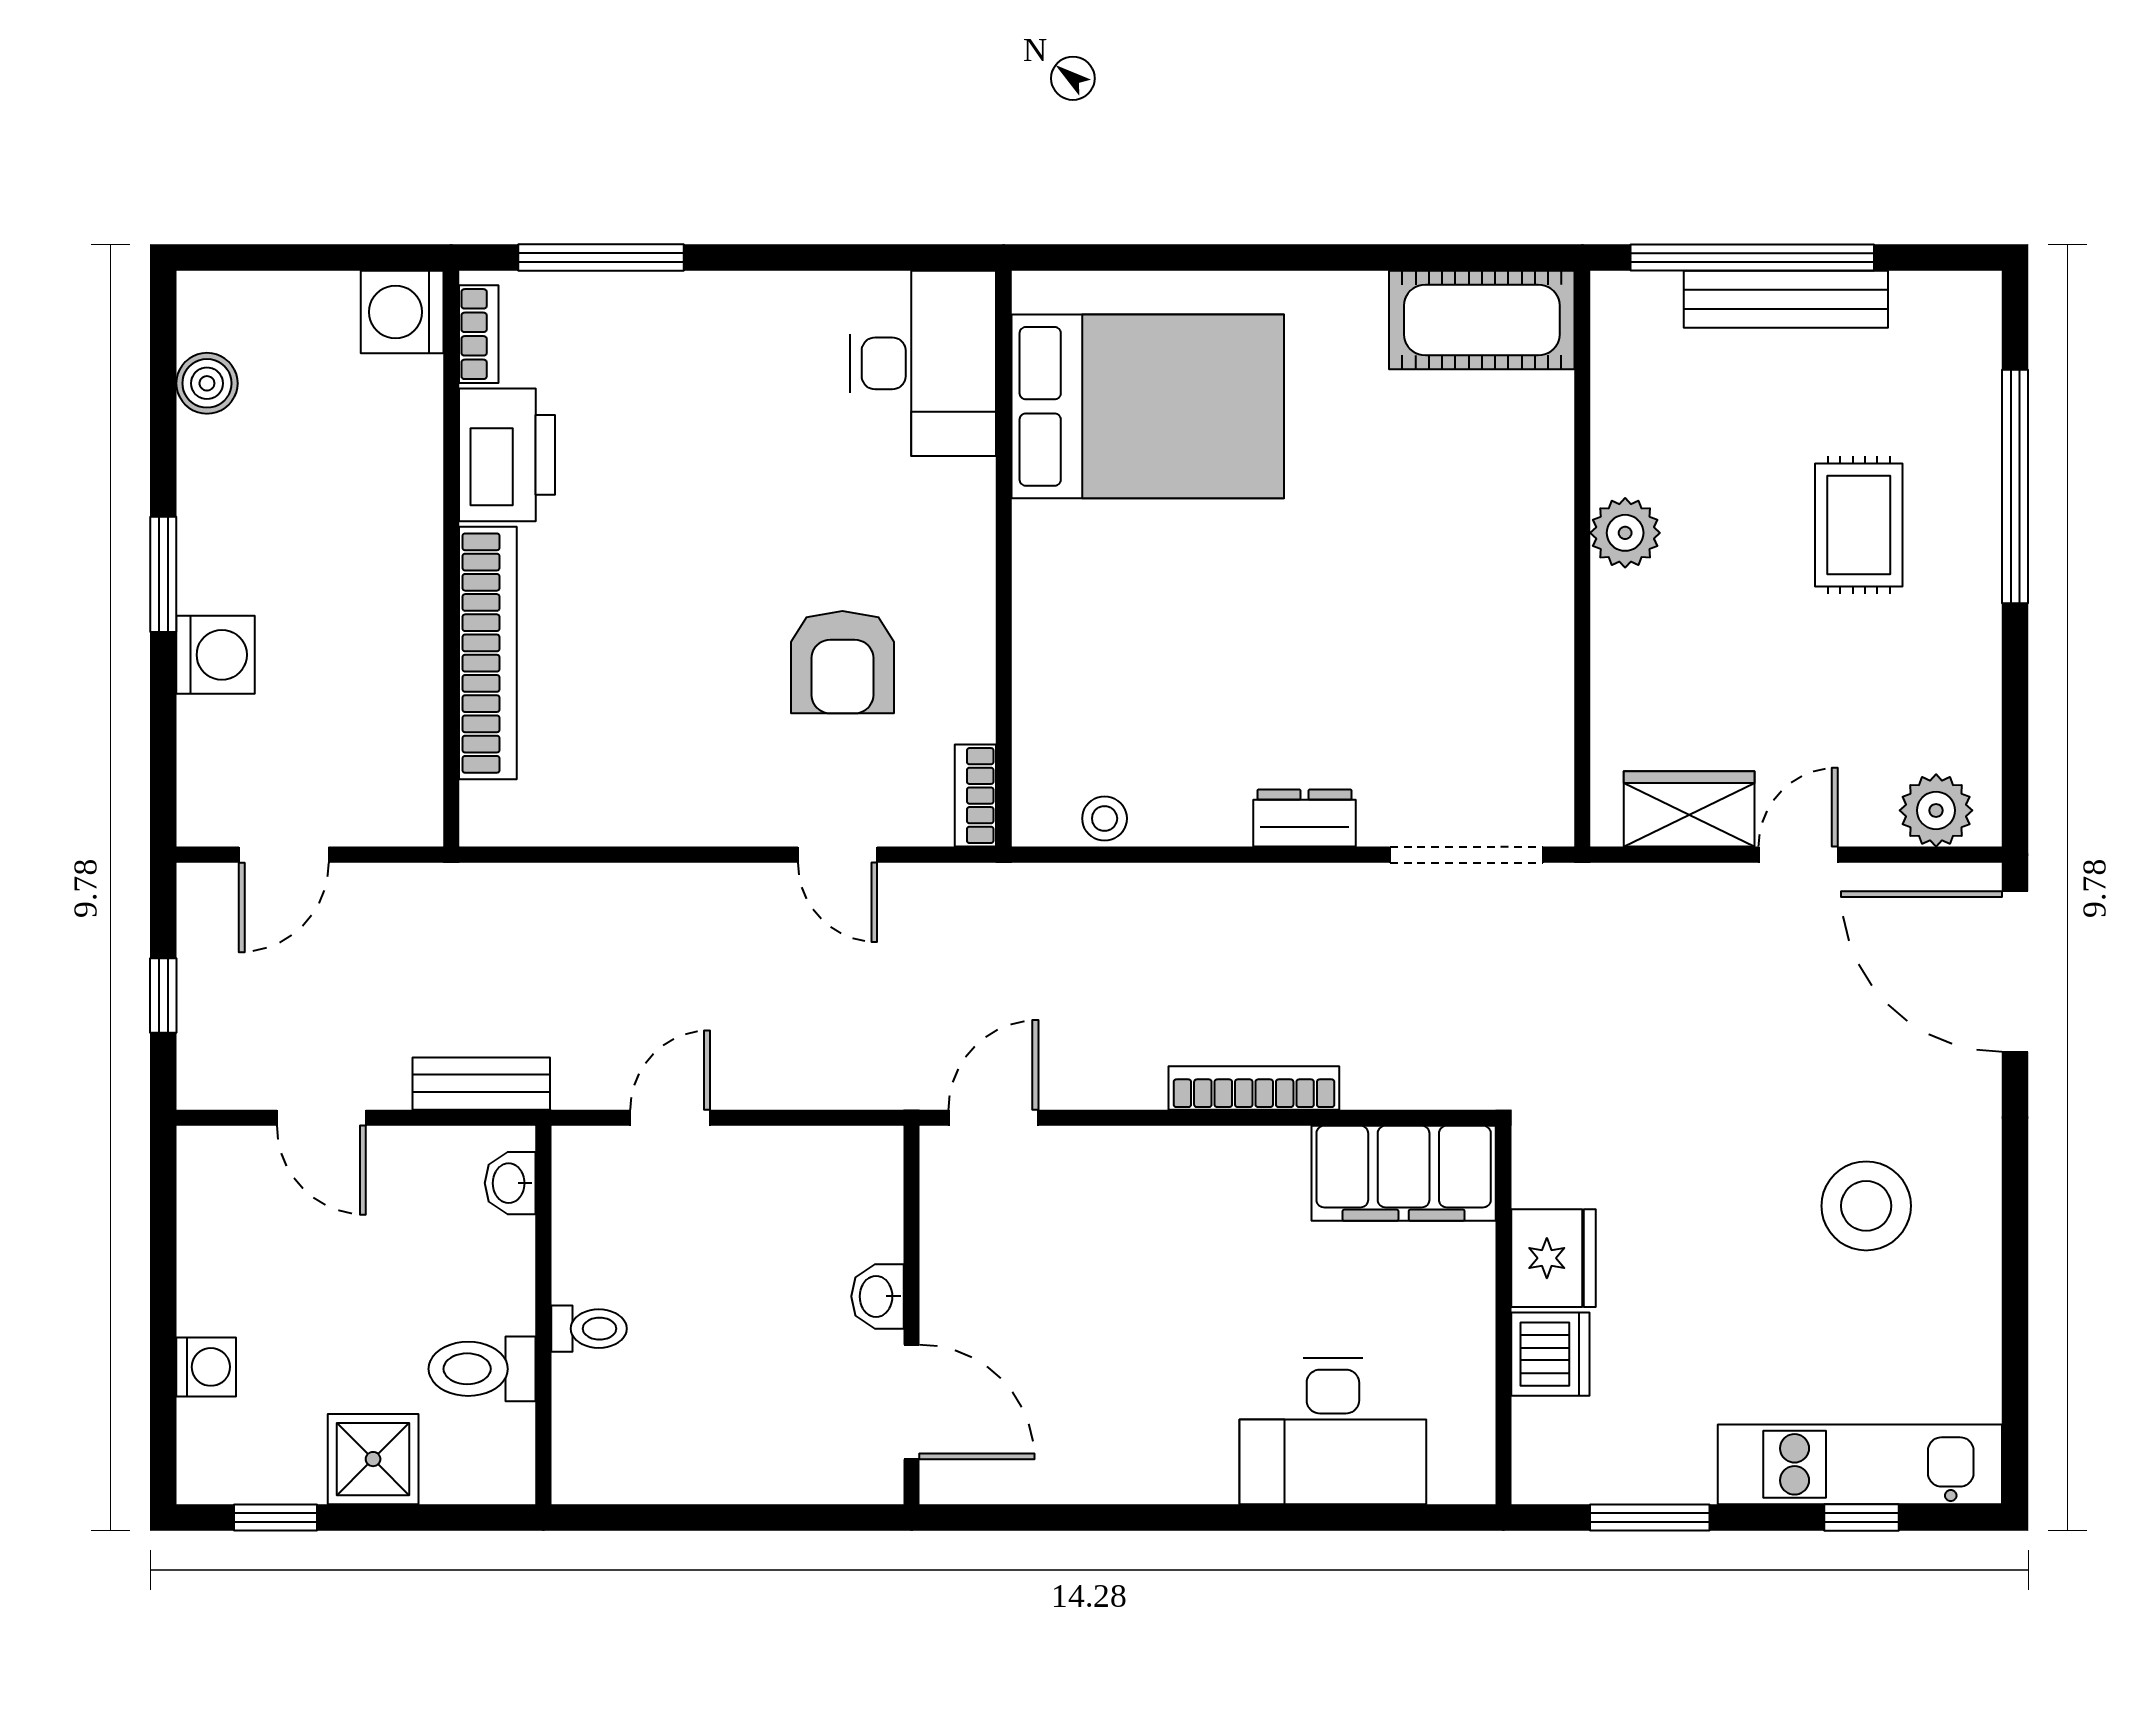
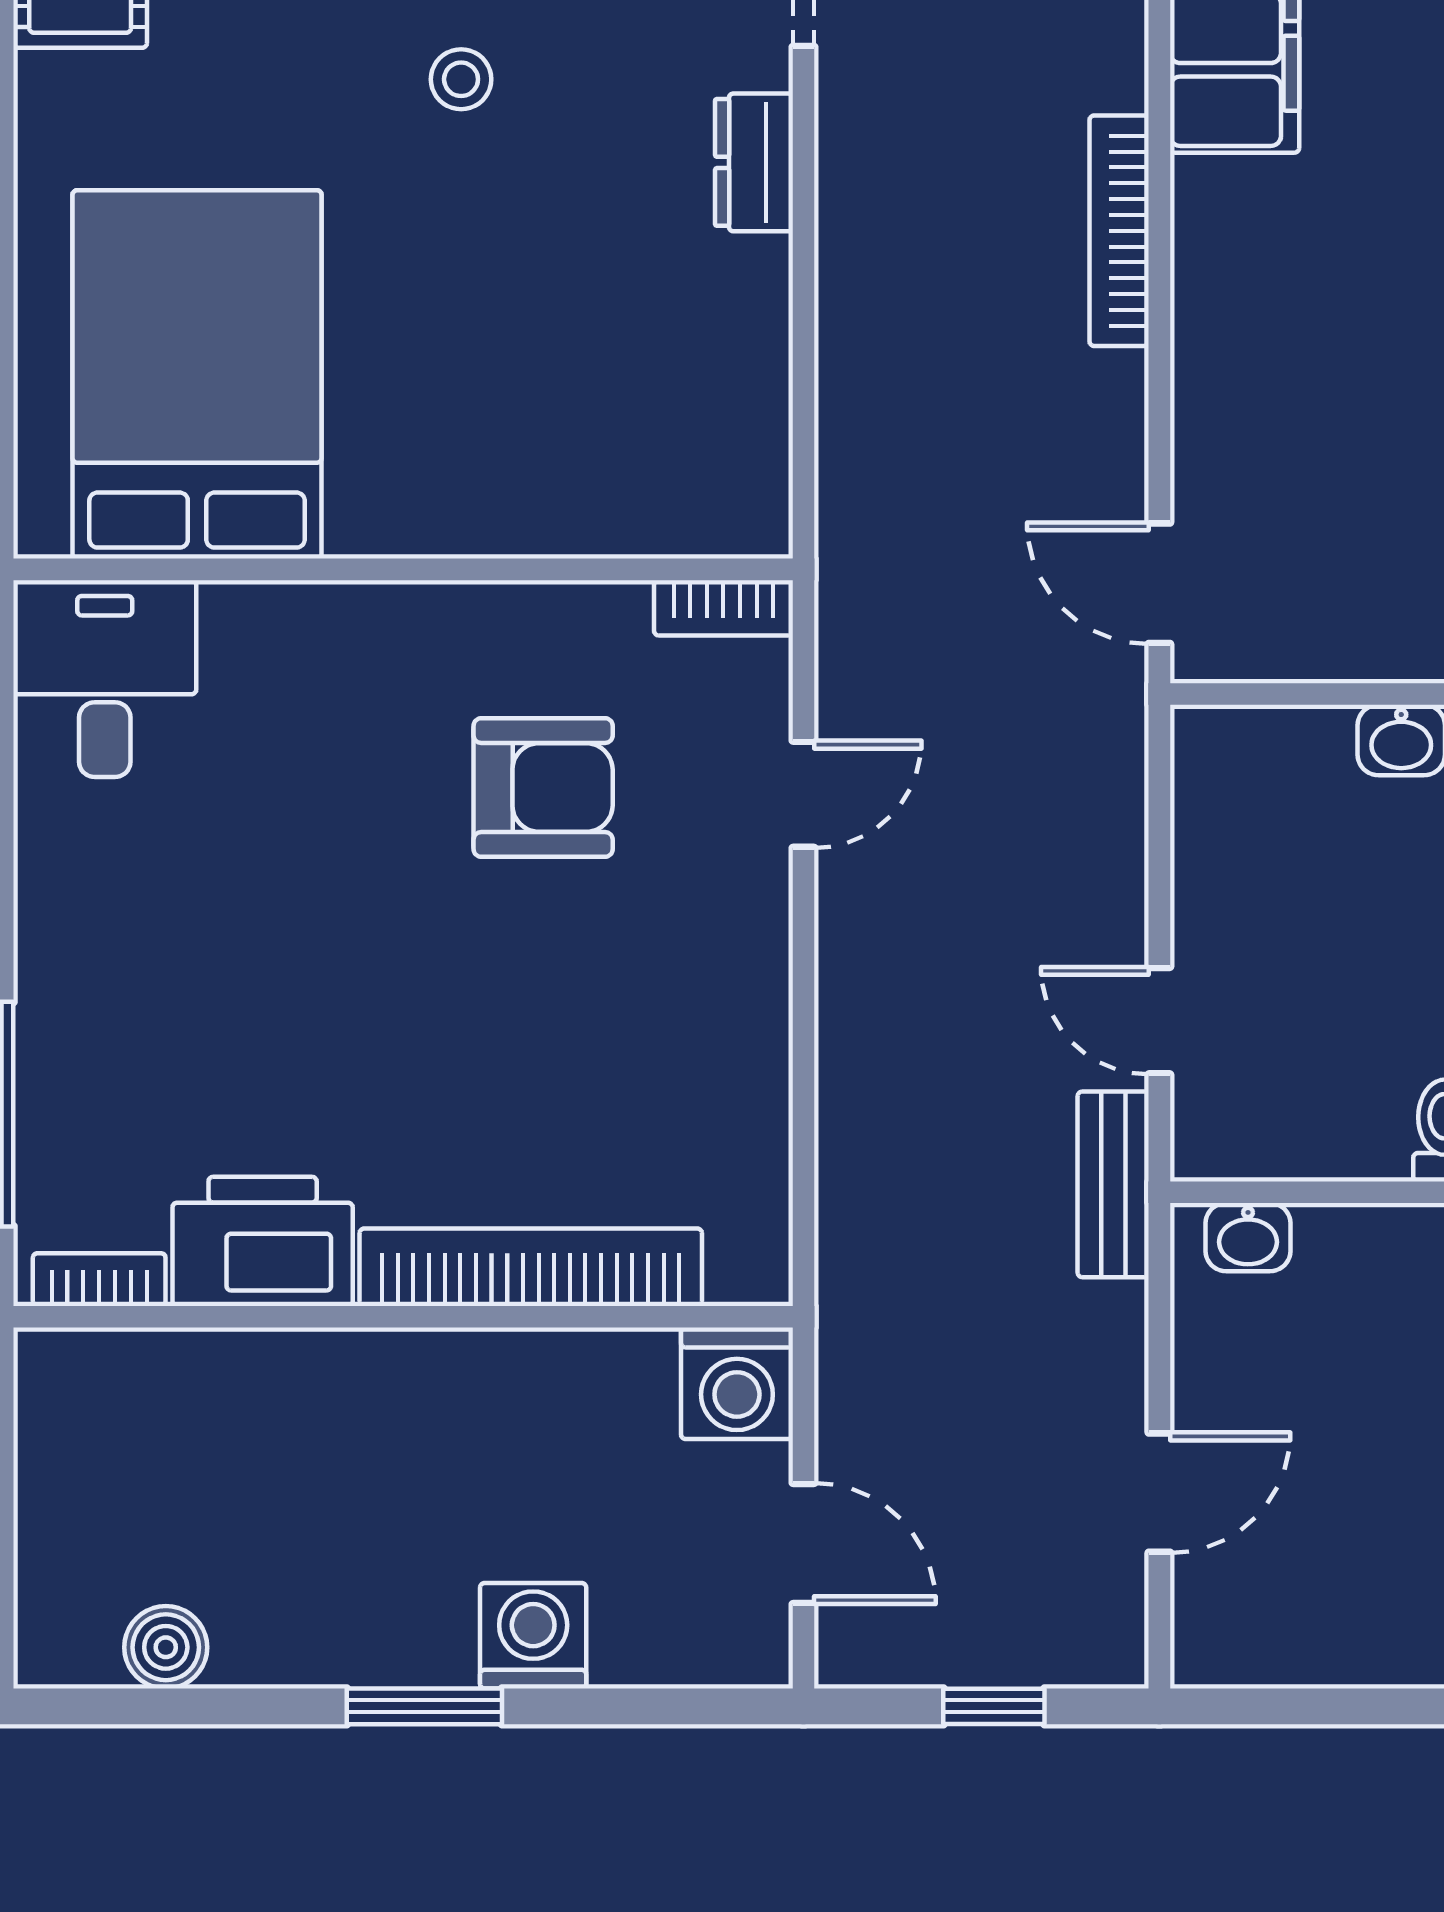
washing machine: (402, 312) -> (737, 1383), moved
desk: (923, 363) -> (105, 679), width x0.73
stool: (1105, 818) -> (461, 79), moved
bench: (481, 1084) -> (1113, 1184), moved

